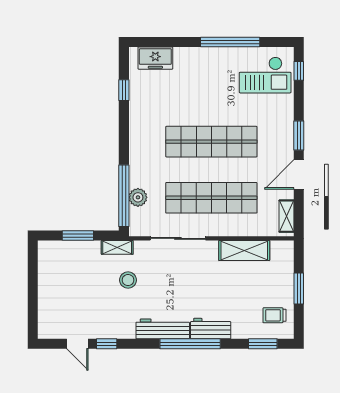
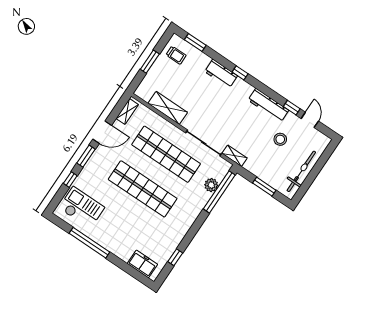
window: (299, 71) -> (70, 180), moved
shelving: (117, 247) -> (235, 156), moved
bicycle: (48, 280) -> (301, 171), added
stool: (128, 280) -> (280, 139), moved
workbench: (163, 329) -> (268, 105), moved
window: (190, 344) -> (240, 73), width x0.32

